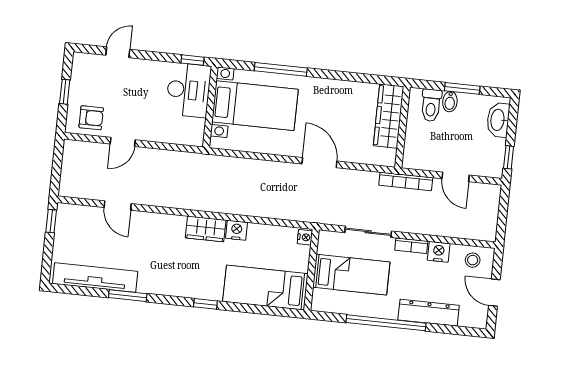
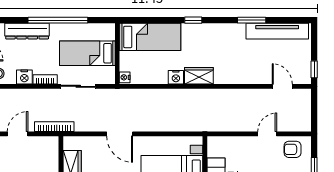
door: (456, 177) -> (18, 134), hinge flipped
door: (118, 205) -> (282, 86), moved

